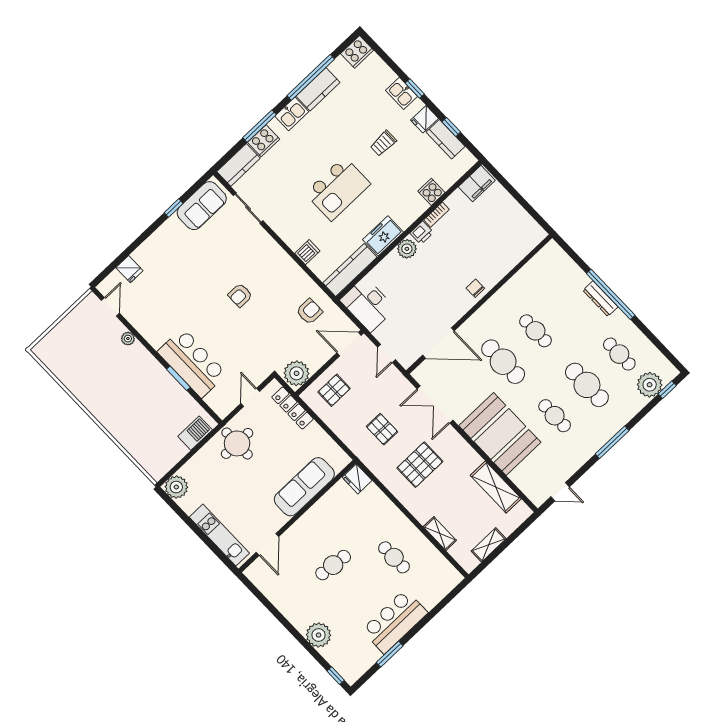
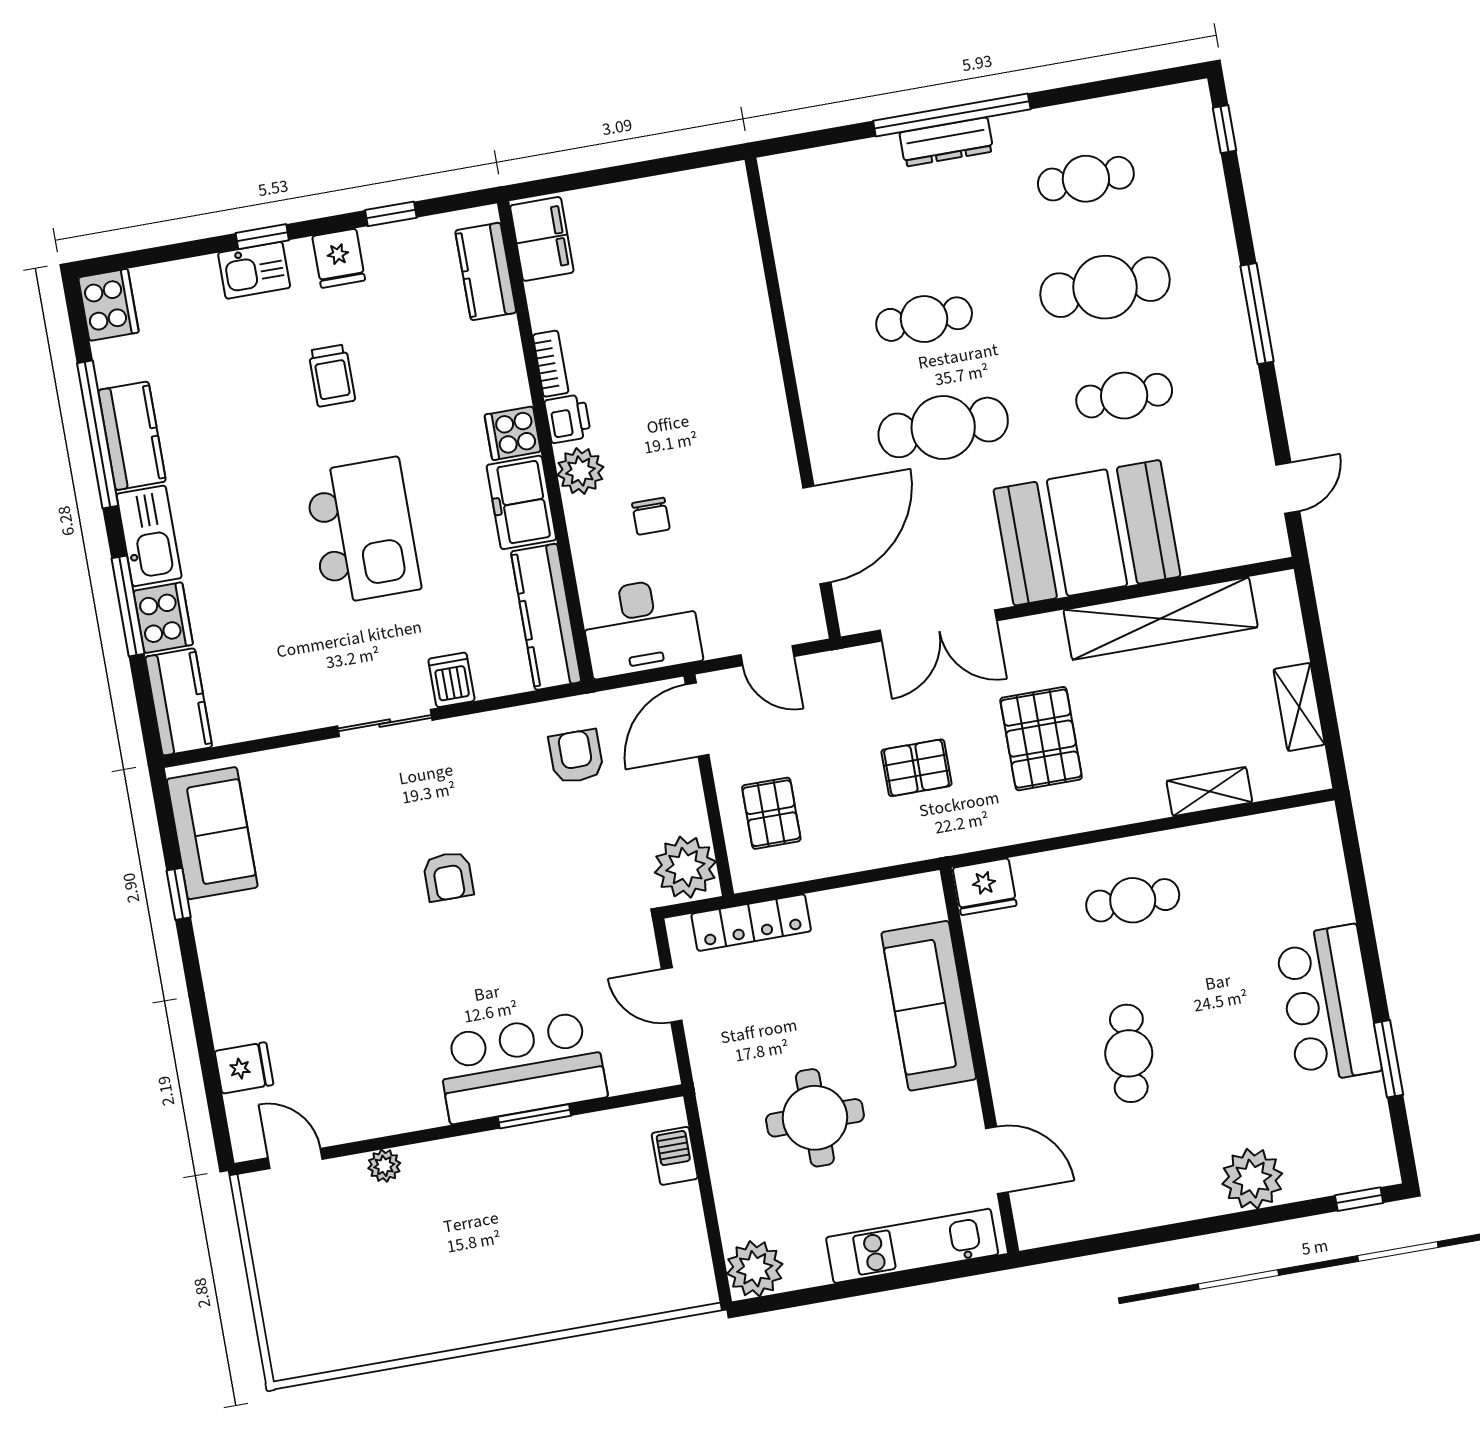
kitchen sink: (292, 114) -> (149, 536), width x1.38
kitchen counter: (446, 139) -> (486, 271), moved, turned 90
cooker: (431, 192) -> (513, 433), moved
sliding door: (248, 208) -> (385, 723), moved
chair: (475, 288) -> (651, 516), moved, turned -90
plant: (650, 385) -> (1190, 158), removed
barbecue: (195, 433) -> (675, 1156), width x0.73, depth x0.79
round table: (237, 443) -> (815, 1118), moved
shelving: (496, 487) -> (1161, 619), width x1.47
cafe table: (394, 557) -> (1133, 900), moved

